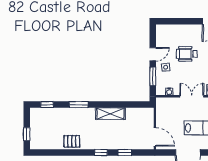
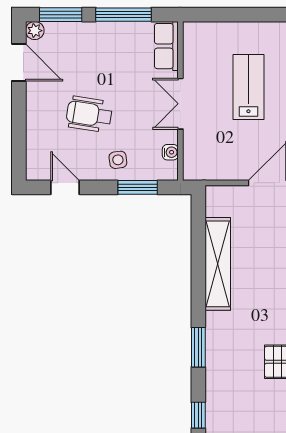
door: (153, 54) -> (65, 187), moved
wheelchair: (187, 54) -> (89, 114), turned 99
shelving: (110, 114) -> (218, 264), width x1.47

